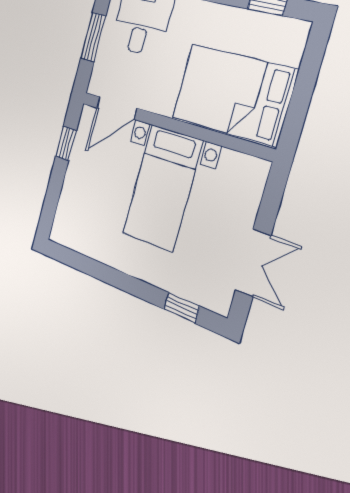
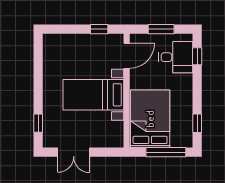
window: (306, 79) -> (166, 152), added
door: (117, 108) -> (127, 56), swing flipped

